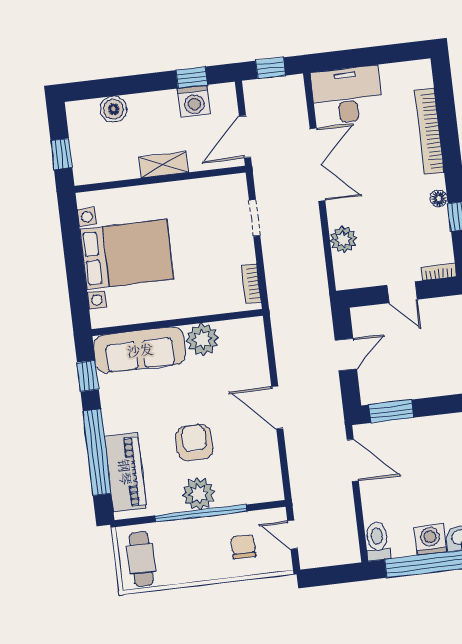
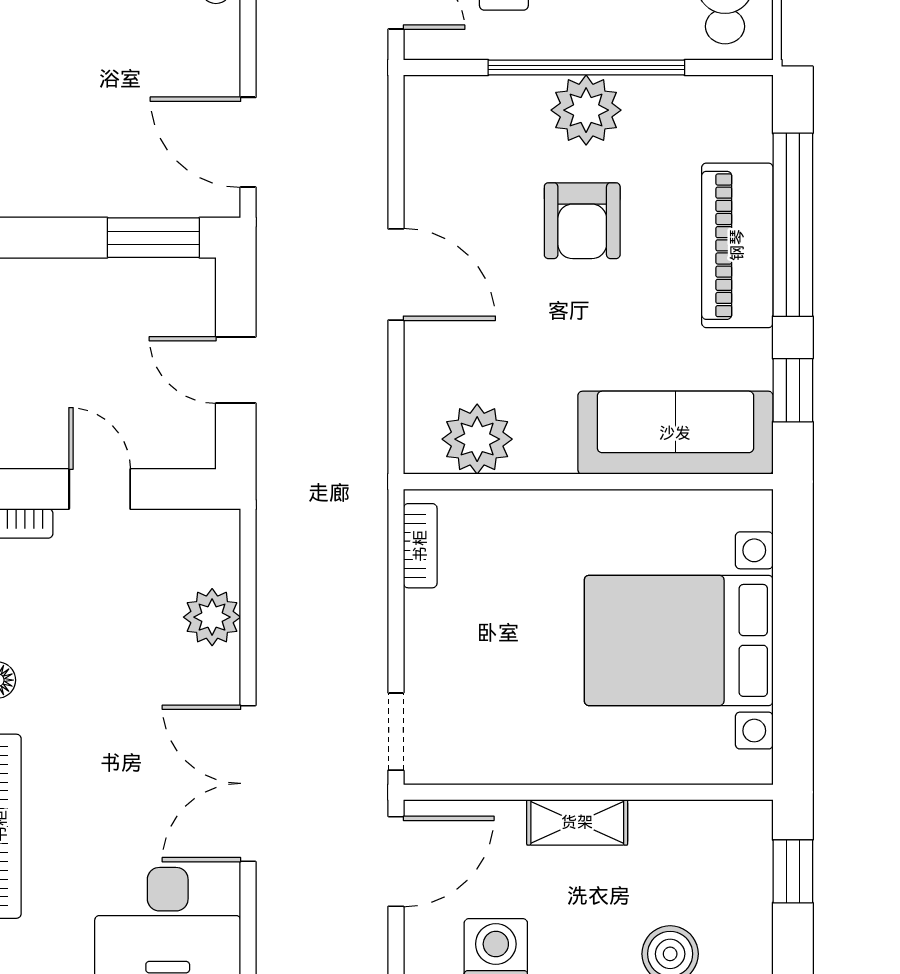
doorway: (255, 218) -> (396, 732), moved
plant: (202, 339) -> (477, 439), moved
door: (346, 355) -> (236, 370), hinge flipped
piano: (125, 472) -> (737, 245), moved

